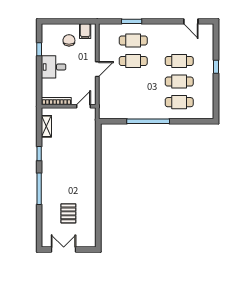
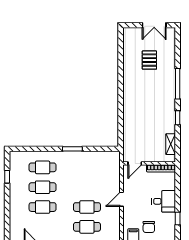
window: (216, 67) -> (7, 177), moved
window: (148, 121) -> (72, 149), width x0.47

